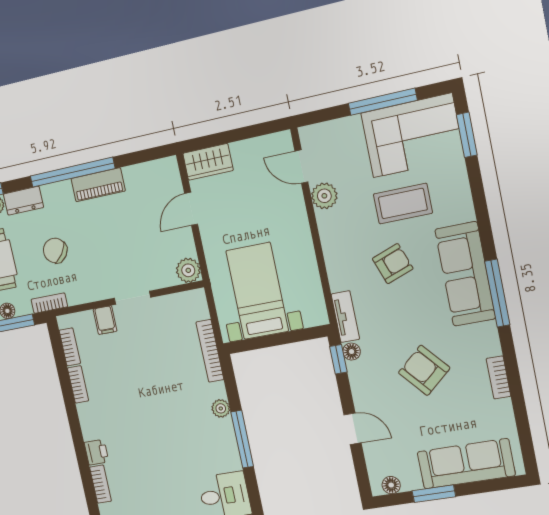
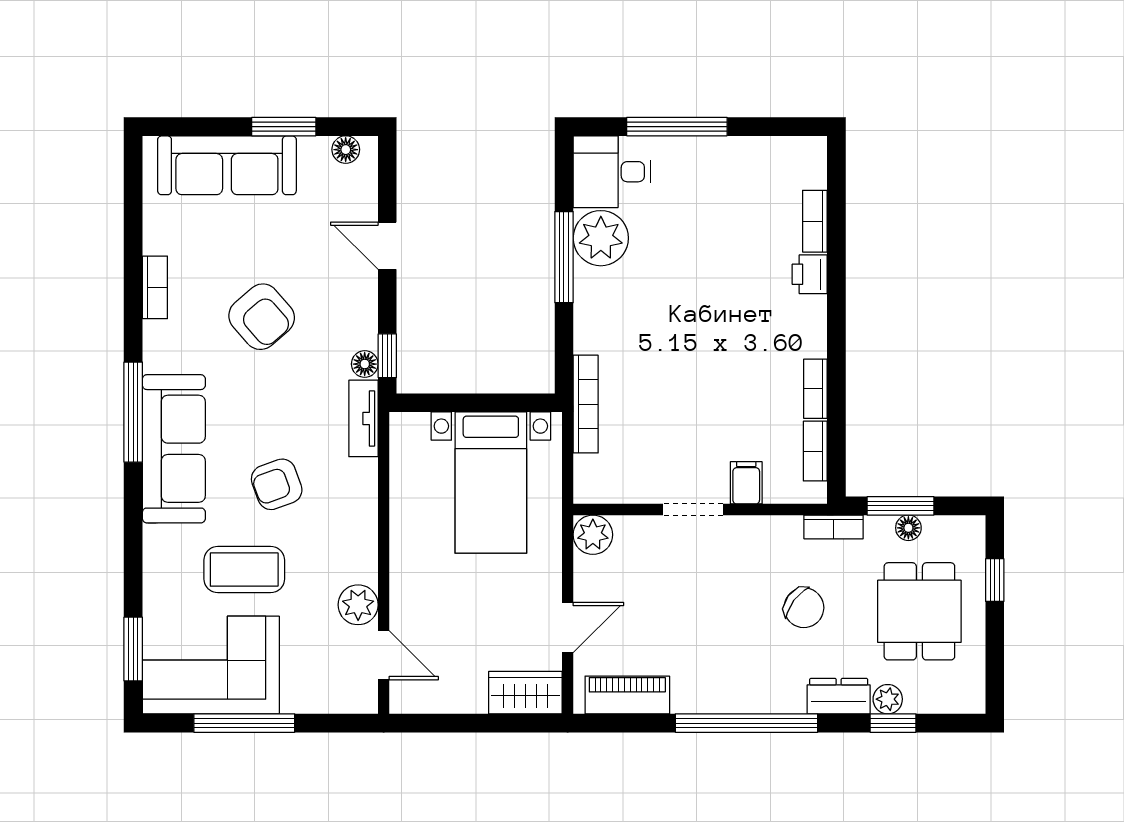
piano: (98, 185) -> (627, 695), moved
plant: (221, 408) -> (601, 238), moved, width x1.87, depth x1.87

